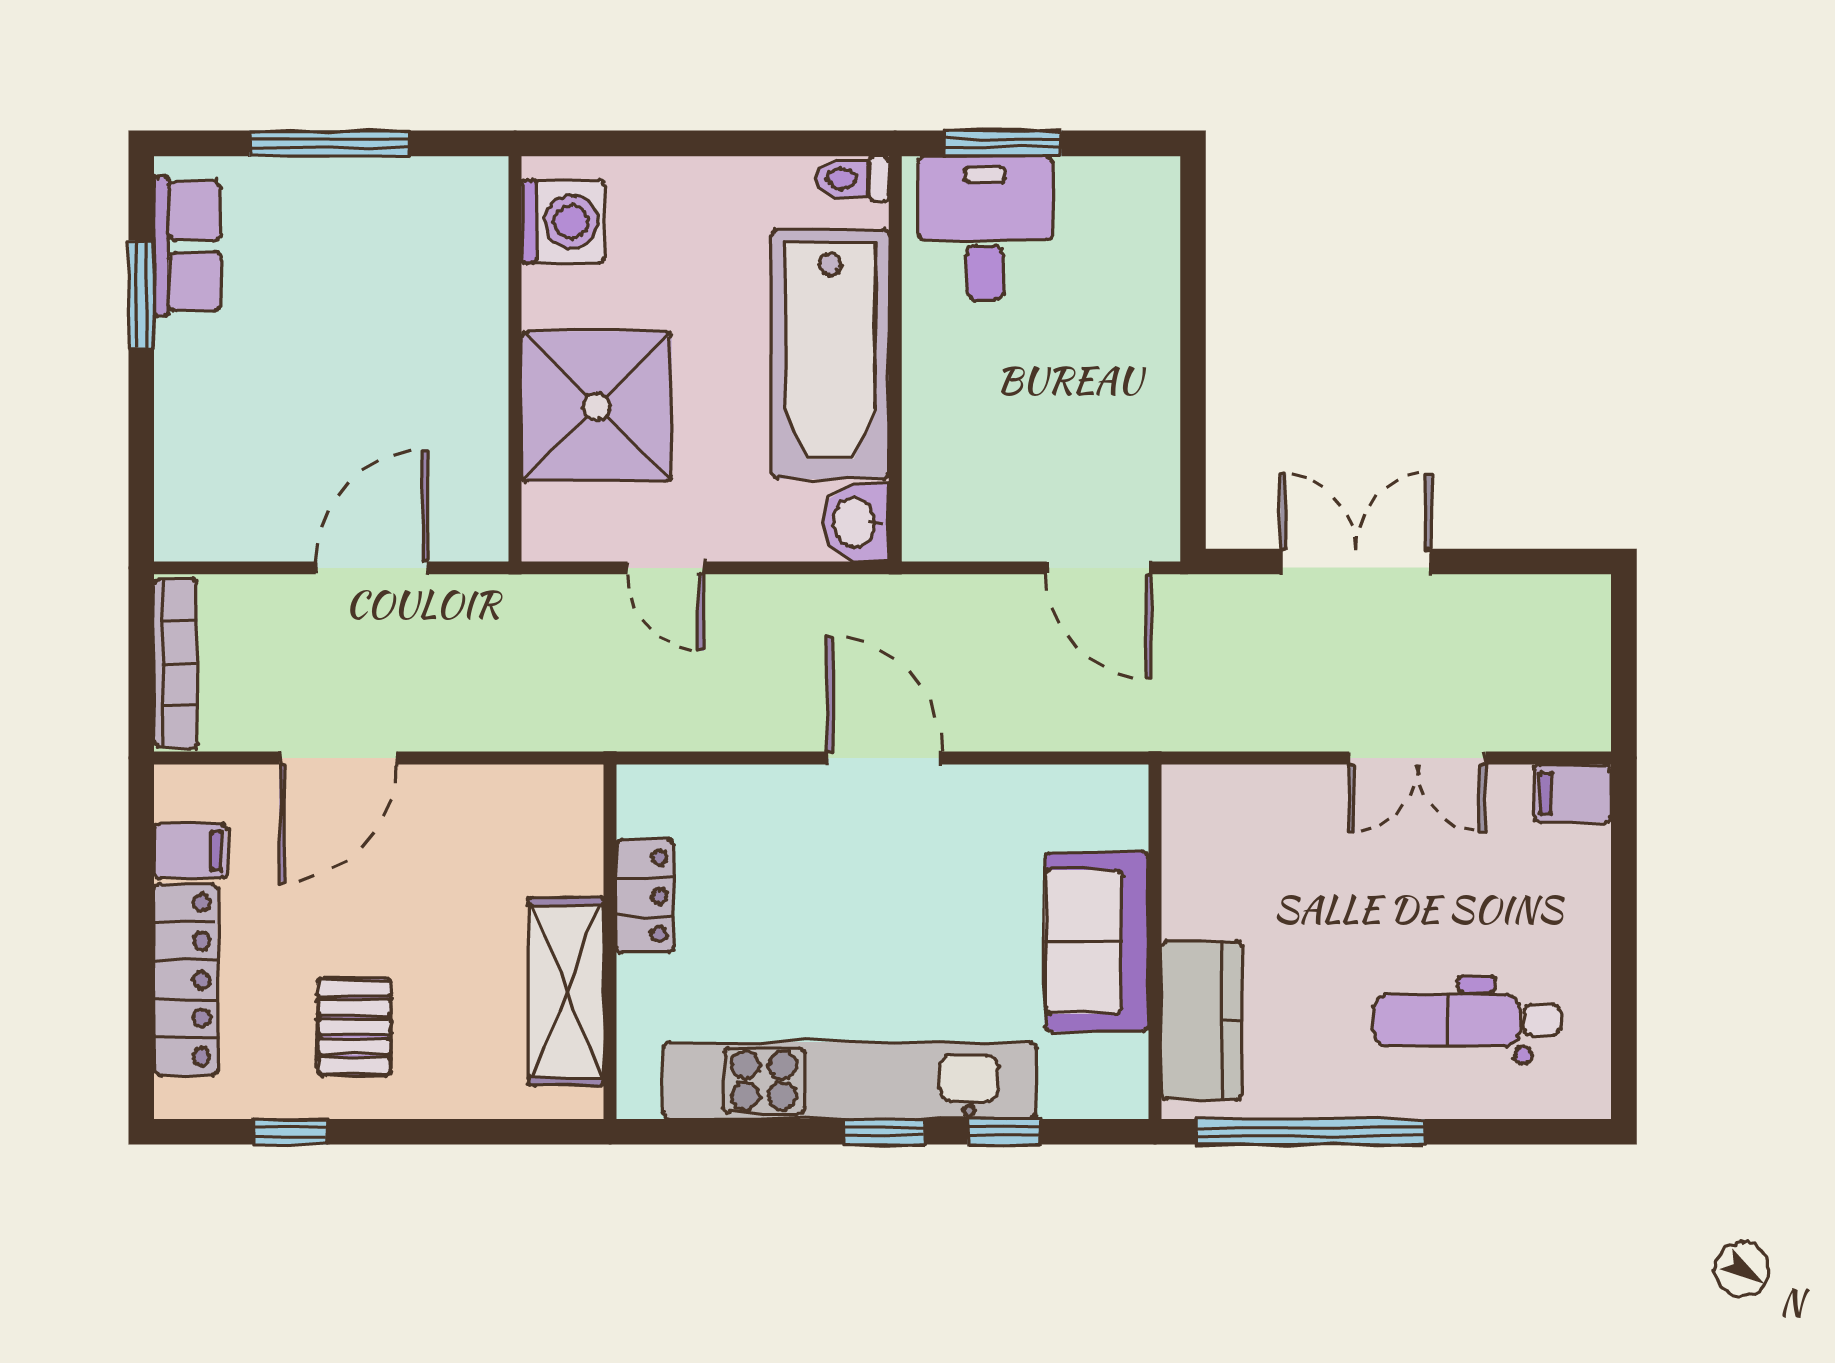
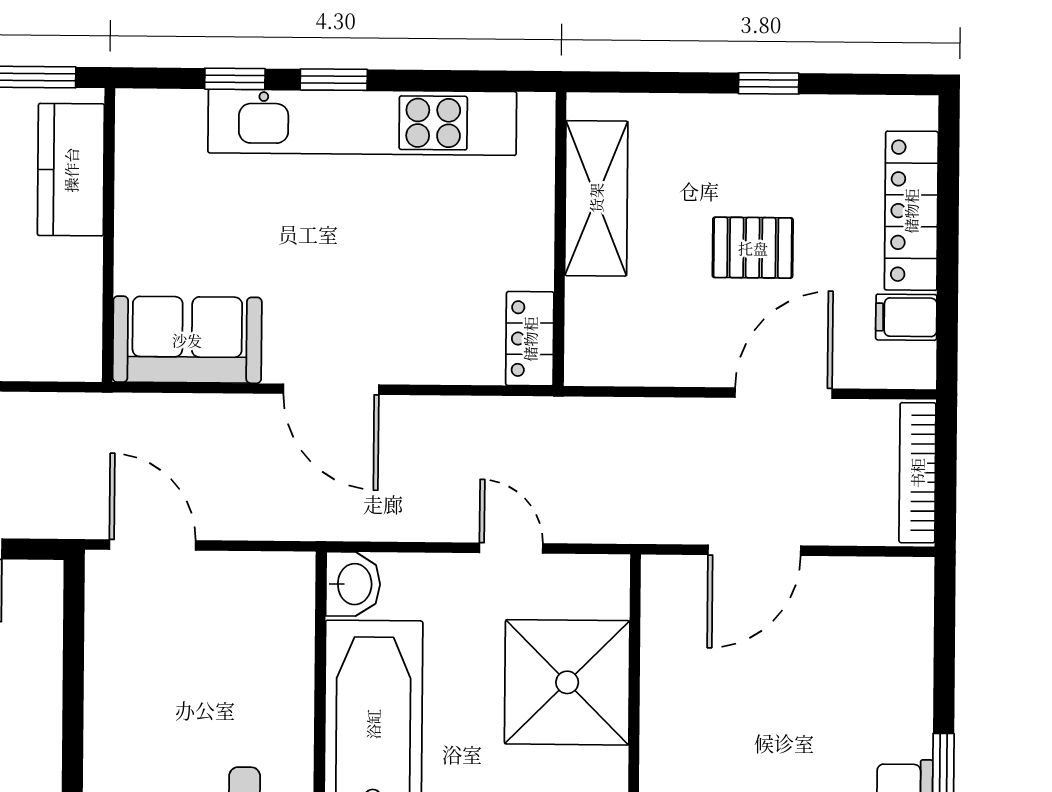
locker: (645, 896) -> (530, 339), moved
sofa: (1097, 942) -> (187, 340), moved, turned -90
pallet: (354, 1027) -> (753, 248), moved, turned 90
window: (290, 1132) -> (769, 83), moved

